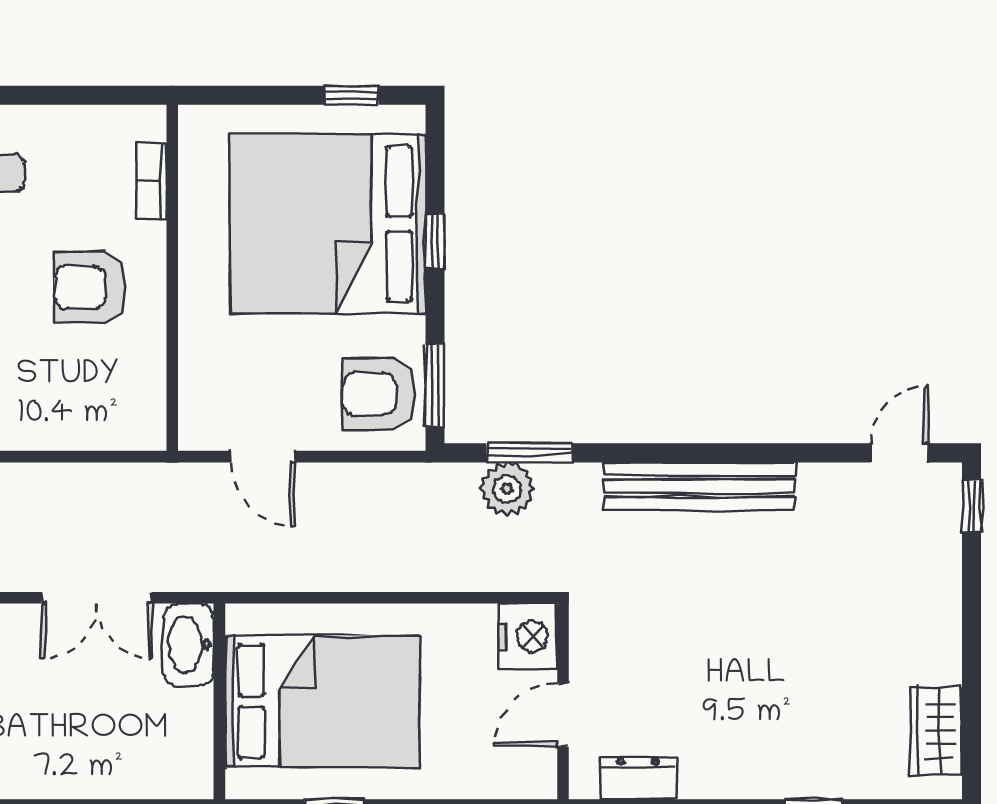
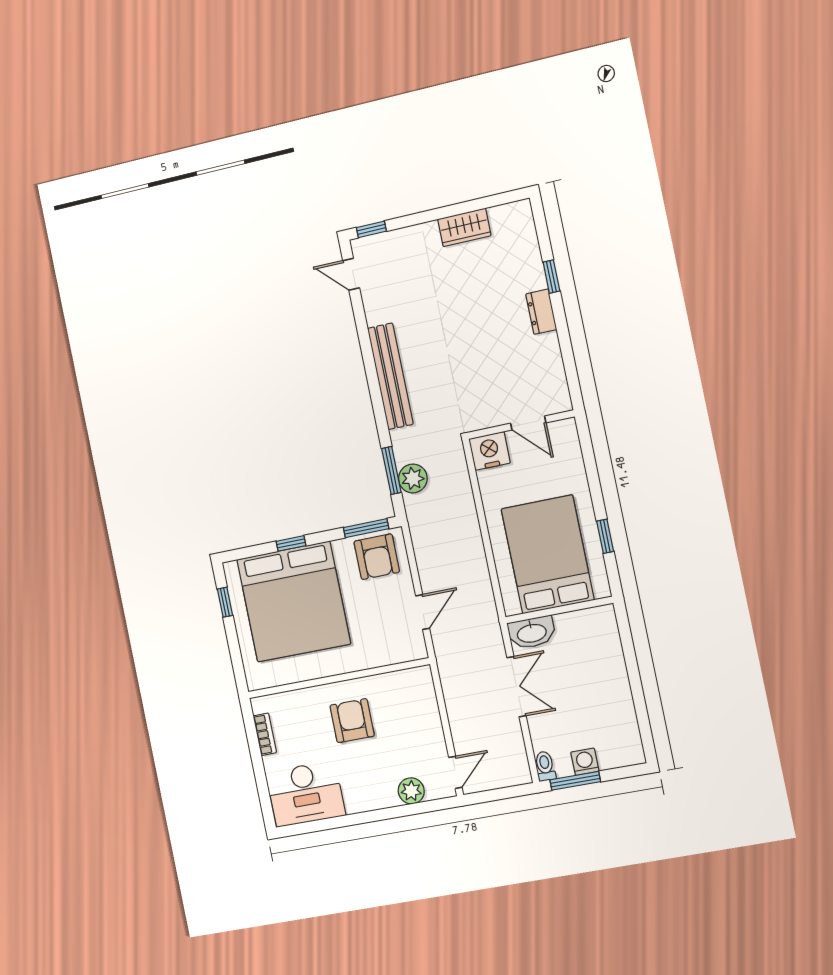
bookcase: (151, 181) -> (265, 734), moved, turned -90
armchair: (90, 287) -> (352, 721), turned 180
wardrobe: (936, 731) -> (464, 227), moved
dresser: (638, 778) -> (541, 312), moved

